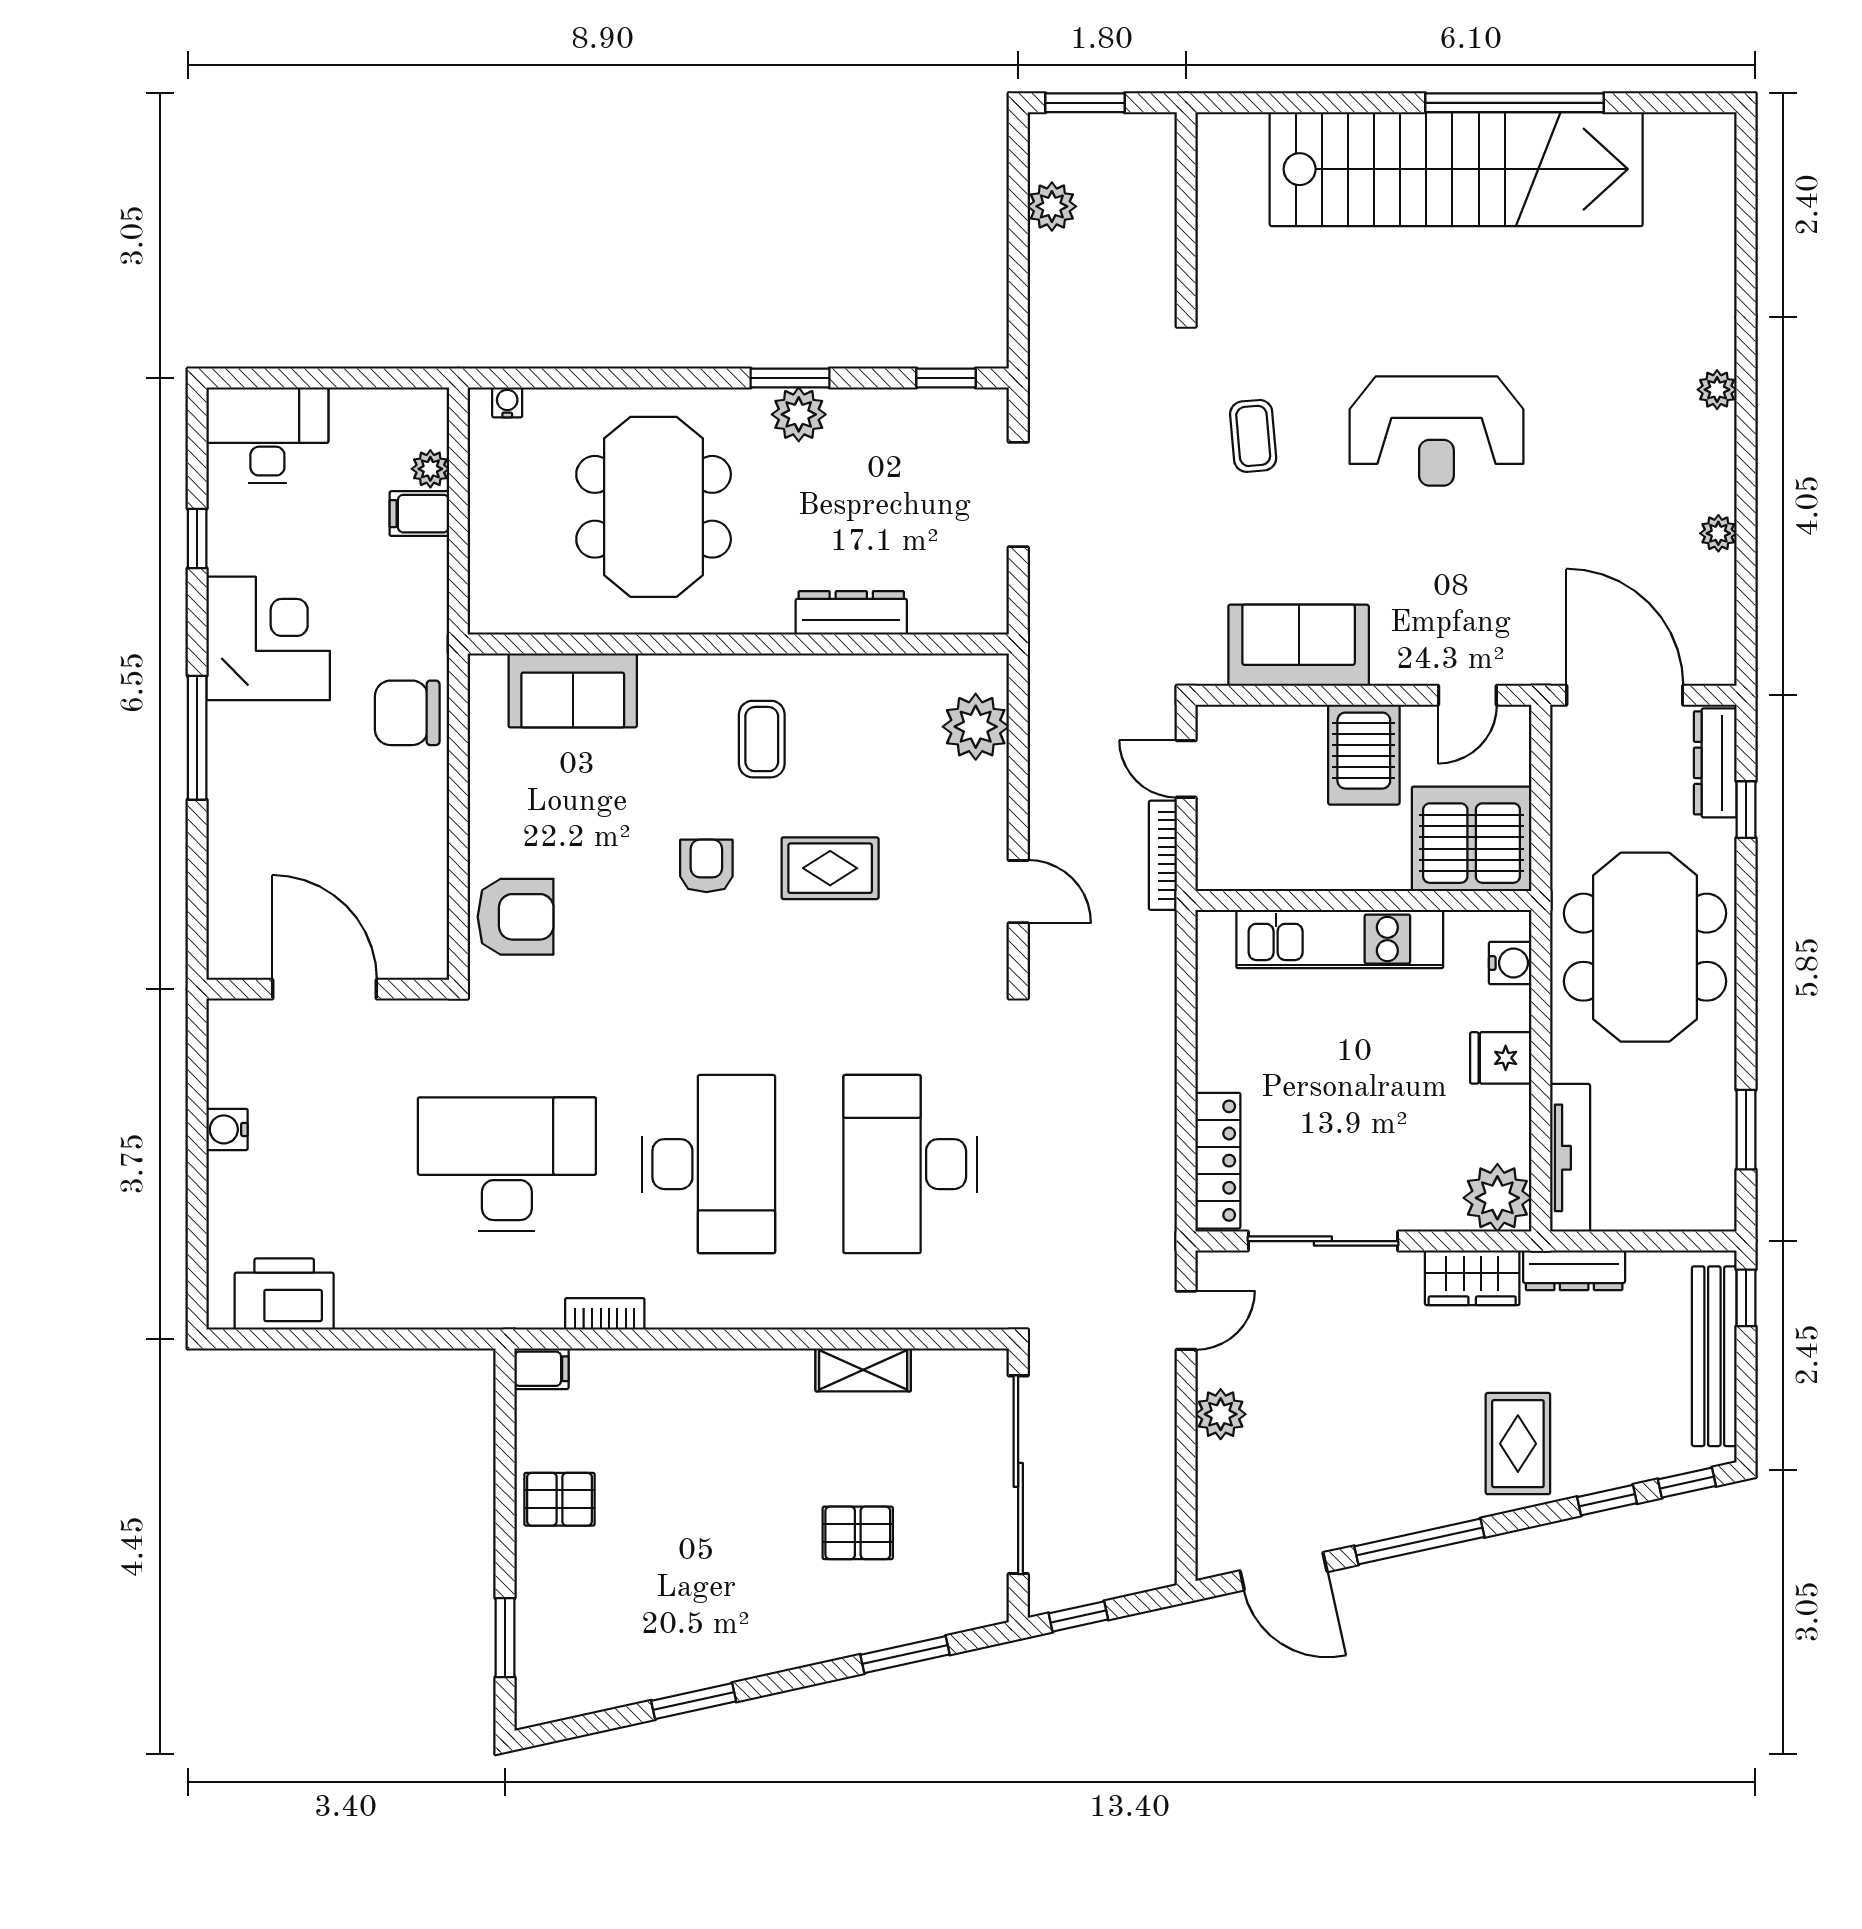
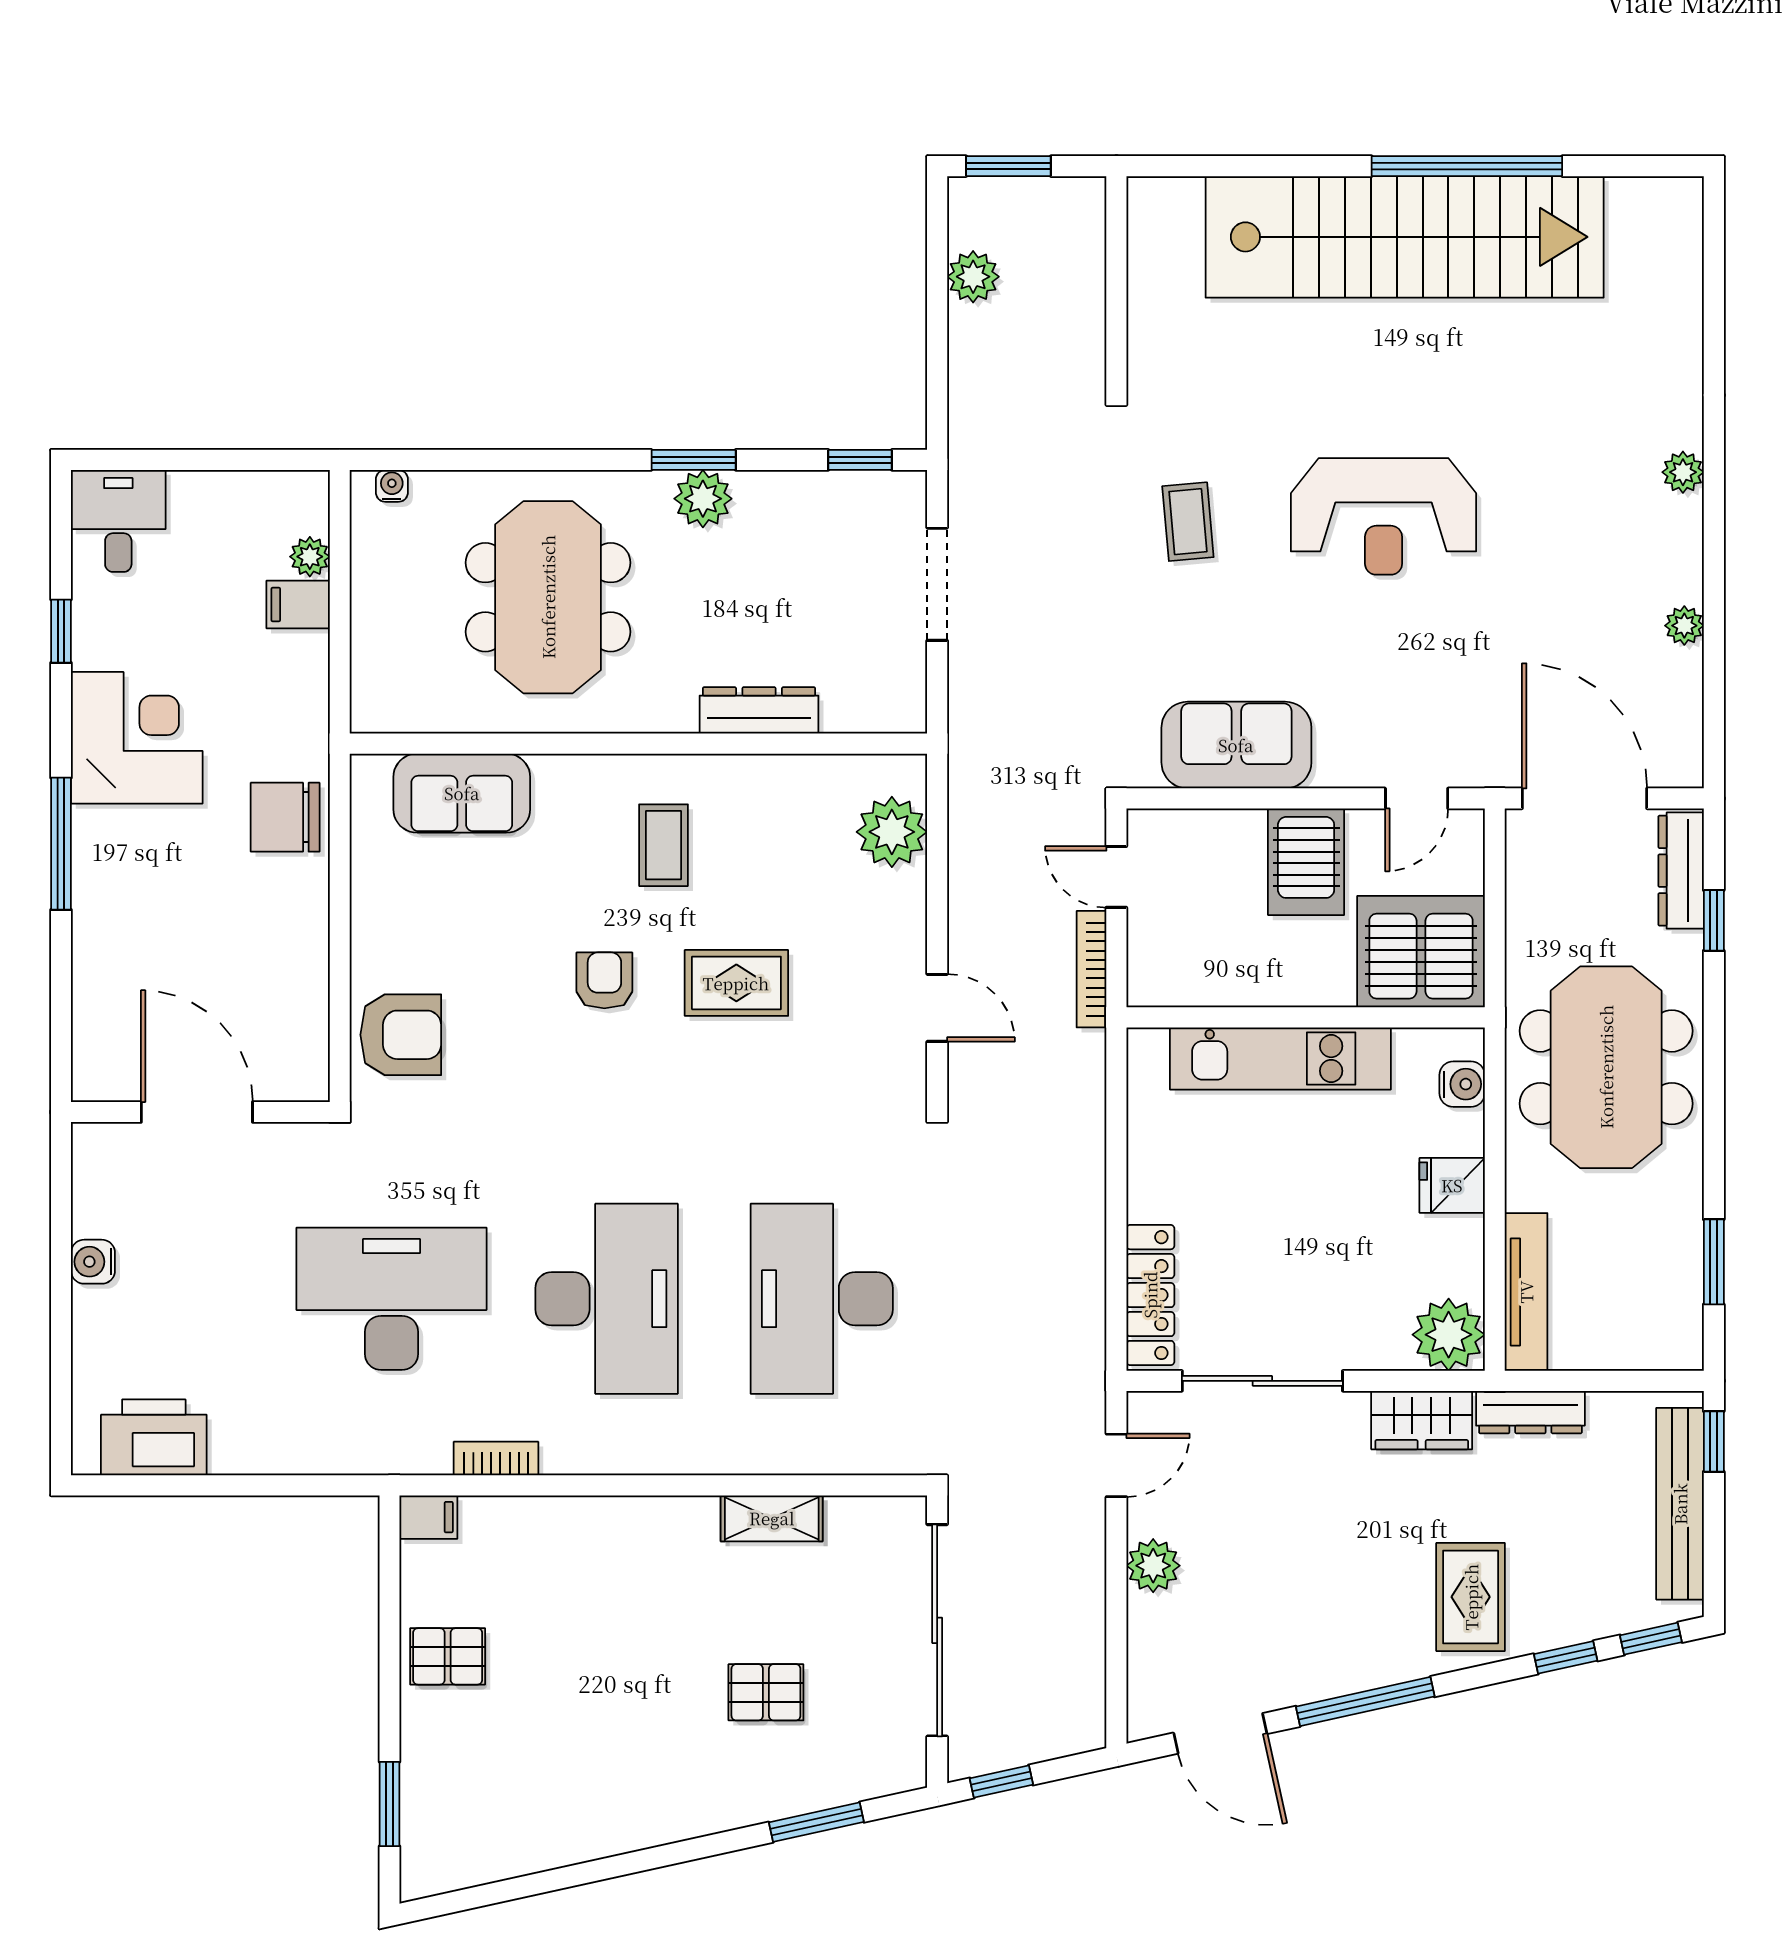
desk: (267, 435) -> (118, 521), width x0.73
window: (694, 1701) -> (591, 1872), removed

